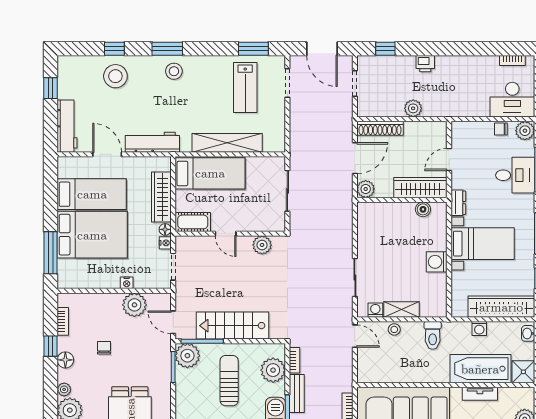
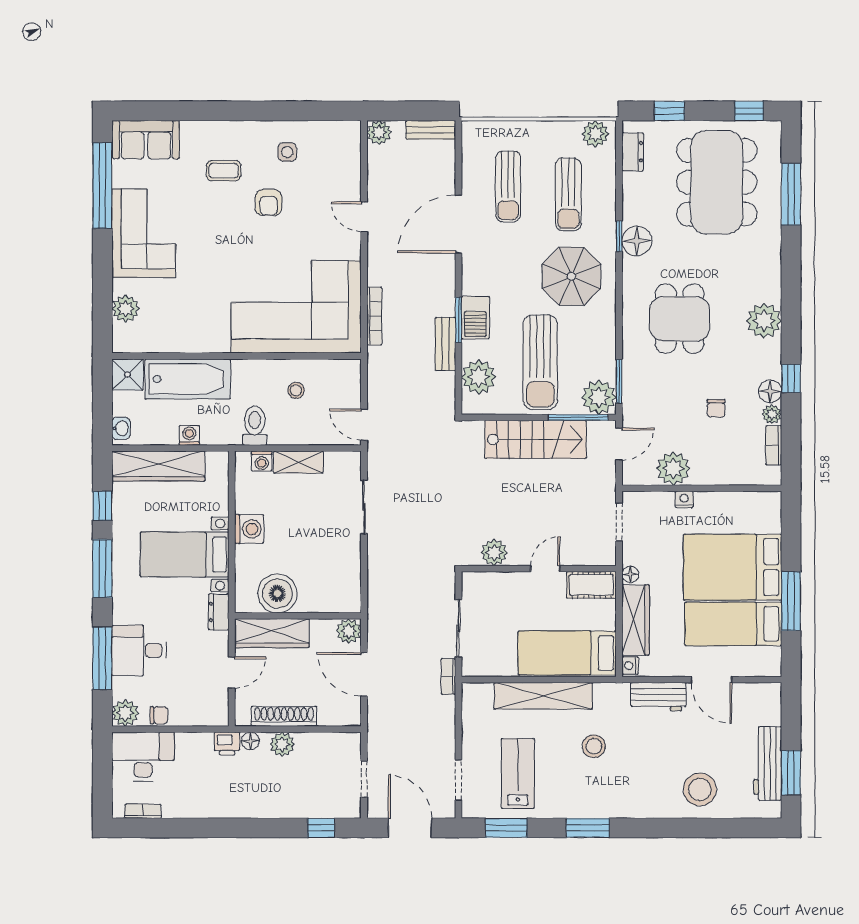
window: (114, 49) -> (701, 828), removed
window: (167, 49) -> (588, 828), moved
printer: (425, 64) -> (227, 744), moved, turned 180
stool: (174, 71) -> (594, 746), moved
window: (51, 88) -> (791, 773), width x1.50
floor lamp: (436, 111) -> (250, 741), added
workbench: (67, 126) -> (768, 763), moved
shoe rack: (380, 128) -> (284, 716), moved
workbench: (152, 142) -> (658, 697), width x0.73
door: (355, 158) -> (364, 674), hinge flipped
boiler: (423, 209) -> (277, 593), width x1.86, depth x1.86
door: (226, 234) -> (545, 569), hinge flipped
nightstand: (165, 243) -> (630, 666), moved
window: (51, 253) -> (791, 601), moved
washing machine: (375, 310) -> (262, 461), moved
door: (173, 322) -> (619, 444), hinge flipped
stool: (394, 329) -> (296, 390), moved
window: (51, 346) -> (791, 379), moved
bookcase: (295, 360) -> (448, 676), moved
sun lounger: (229, 381) -> (540, 362), width x1.36, depth x1.34
plant: (64, 389) -> (772, 414), moved
tv unit: (480, 394) -> (188, 344), removed

